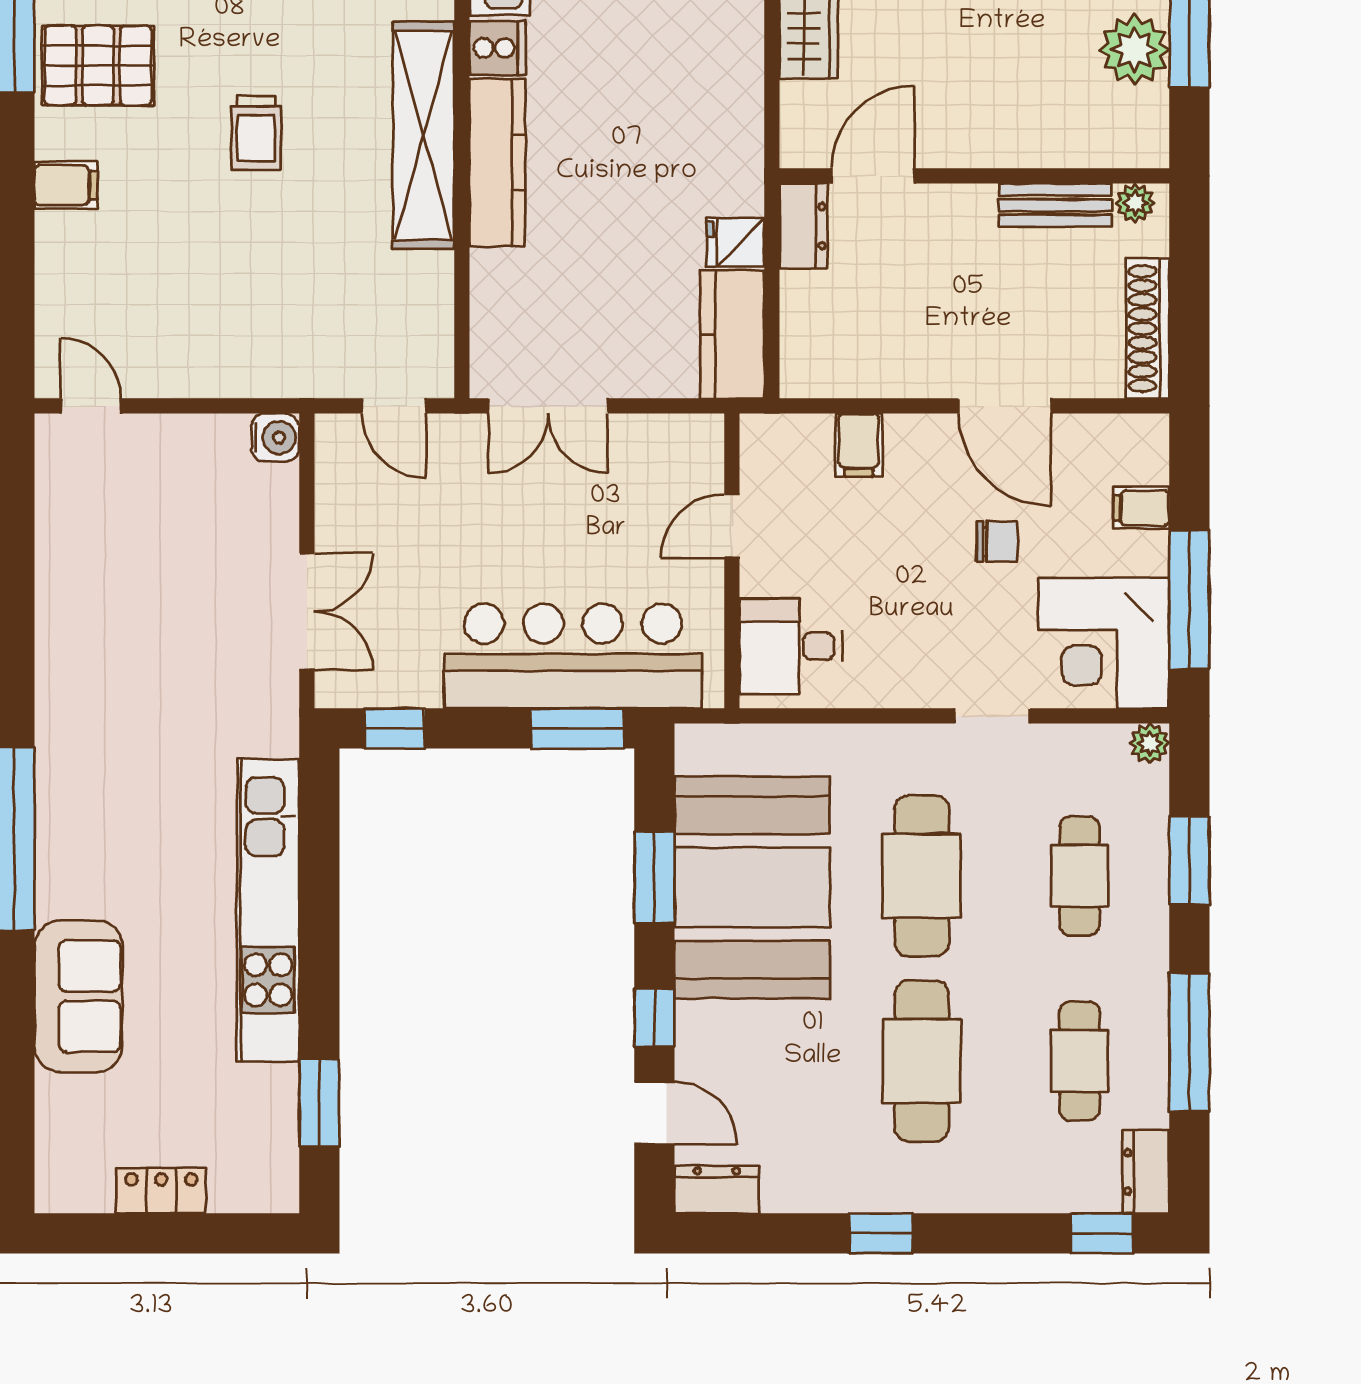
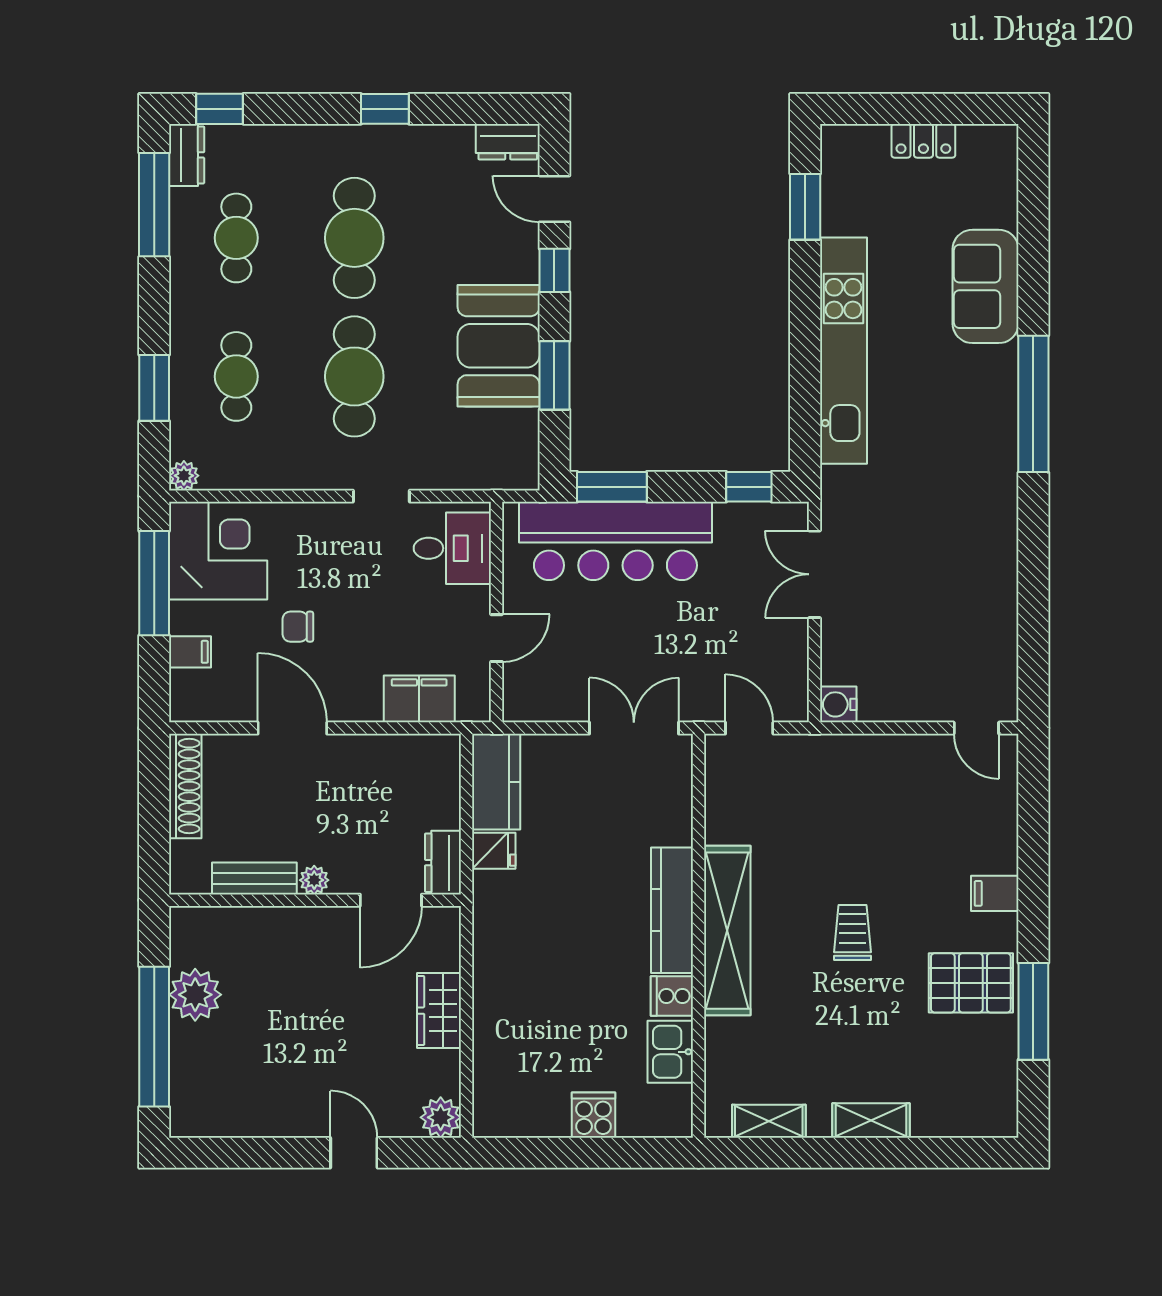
plant: (1135, 203) -> (314, 880), moved
filing cabinet: (859, 445) -> (419, 699), width x2.00
doorway: (992, 716) -> (381, 496), moved
booth: (752, 887) -> (499, 346), width x0.73, depth x0.70
window: (1189, 1042) -> (154, 205), moved

